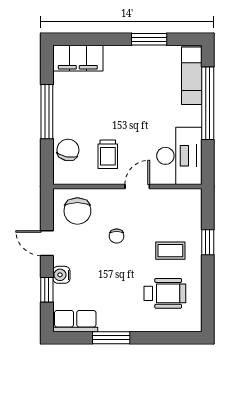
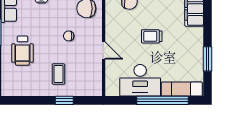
trolley: (108, 154) -> (152, 36), moved
desk: (179, 156) -> (140, 80), moved
wheelchair: (165, 293) -> (22, 51), moved

